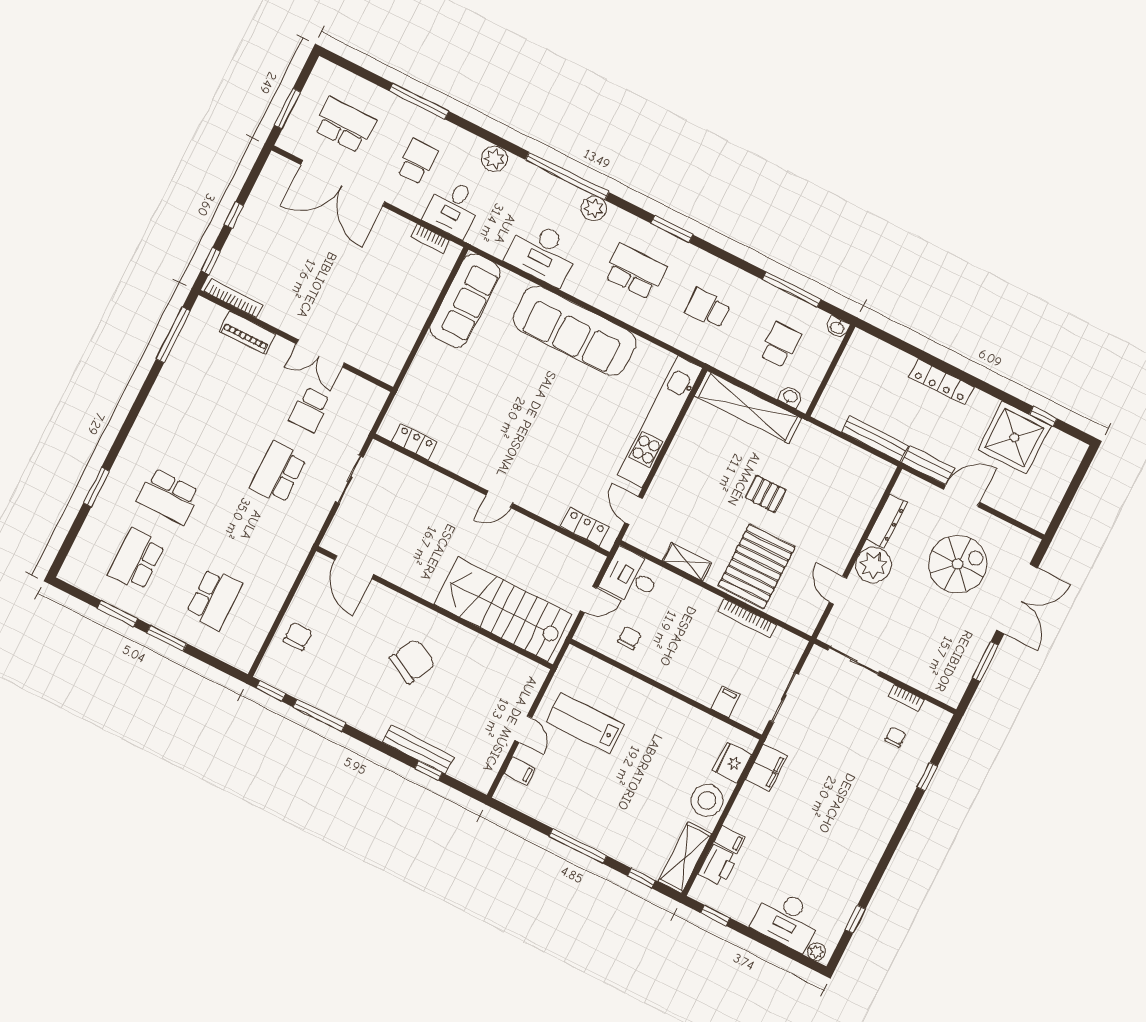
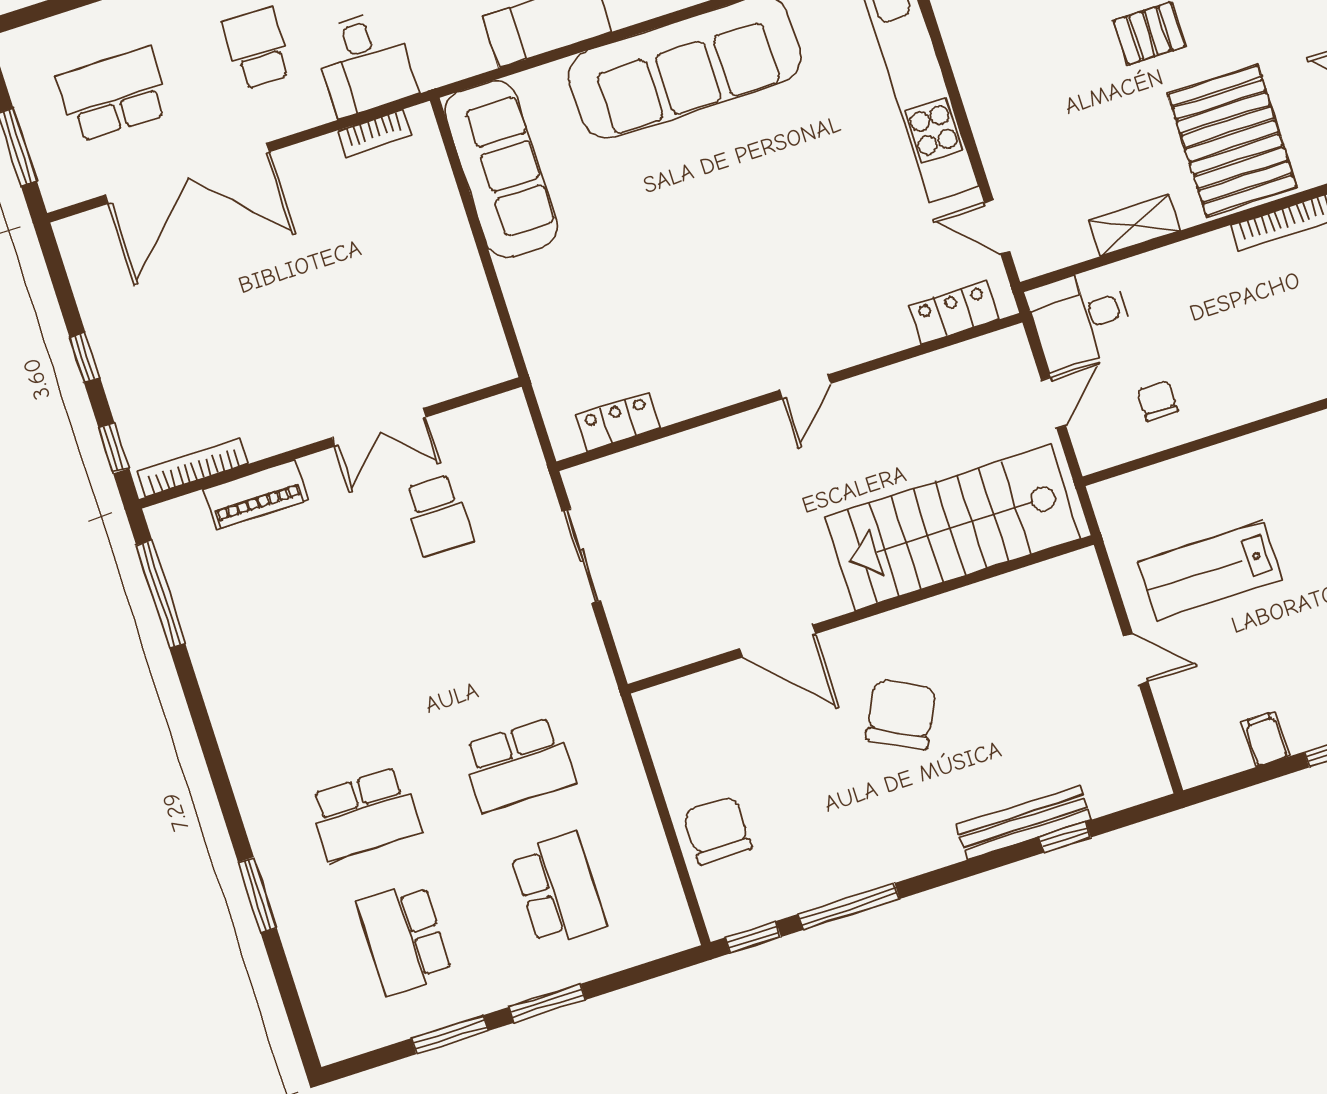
school desk: (278, 473) -> (518, 765), moved, turned -90
door: (354, 567) -> (777, 641), moved
chair: (298, 636) -> (717, 830), width x1.37, depth x1.37
filing cabinet: (519, 771) -> (1265, 739), moved, turned -90

